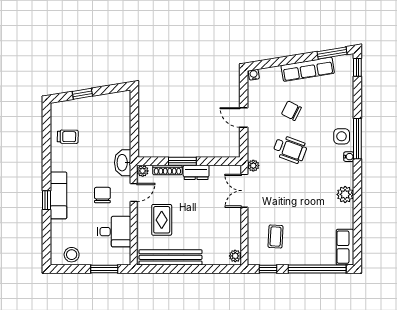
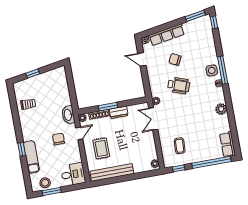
row of seats: (308, 69) -> (167, 35), moved
door: (244, 117) -> (142, 59), moved
exam couch: (58, 195) -> (31, 157), moved
desk: (114, 232) -> (73, 174), moved
window: (104, 269) -> (52, 191), moved

